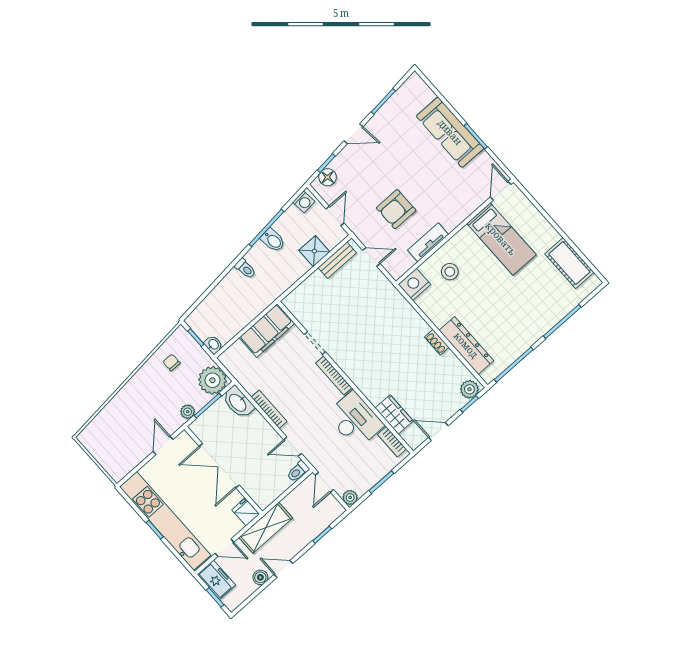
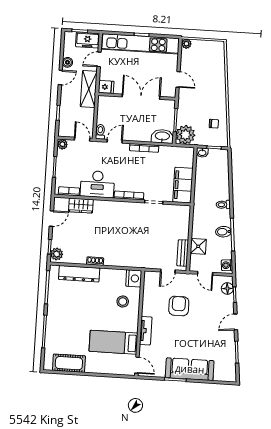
tv unit: (428, 242) -> (146, 331), moved
plant: (188, 412) -> (186, 44), moved

